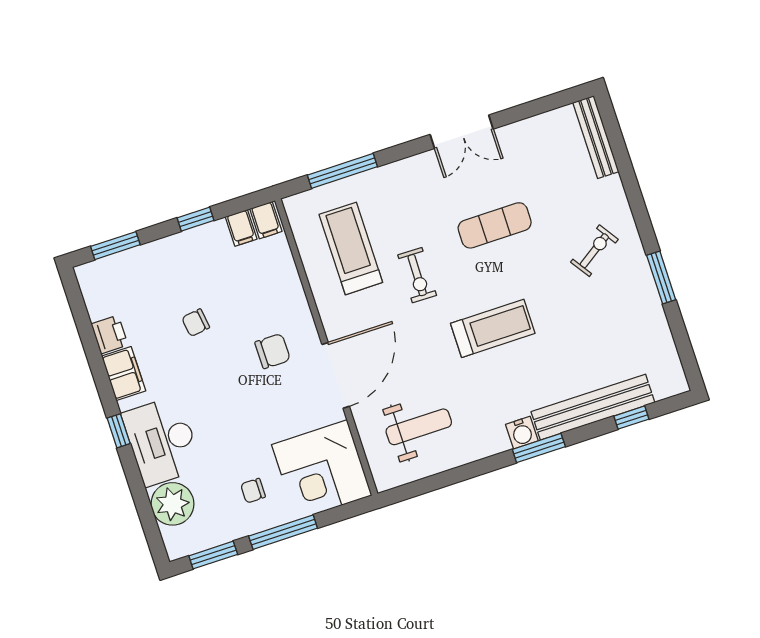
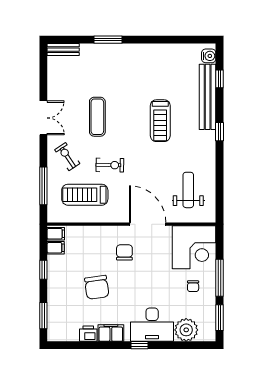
bench: (596, 137) -> (63, 50), width x0.73
exercise bike: (594, 251) -> (67, 157), moved
window: (661, 277) -> (108, 40), moved
chair: (196, 323) -> (97, 287), width x1.87, depth x1.87
treadmill: (493, 328) -> (160, 121), moved, turned 180
water cooler: (522, 433) -> (209, 56), moved
window: (539, 448) -> (220, 132), width x0.67

